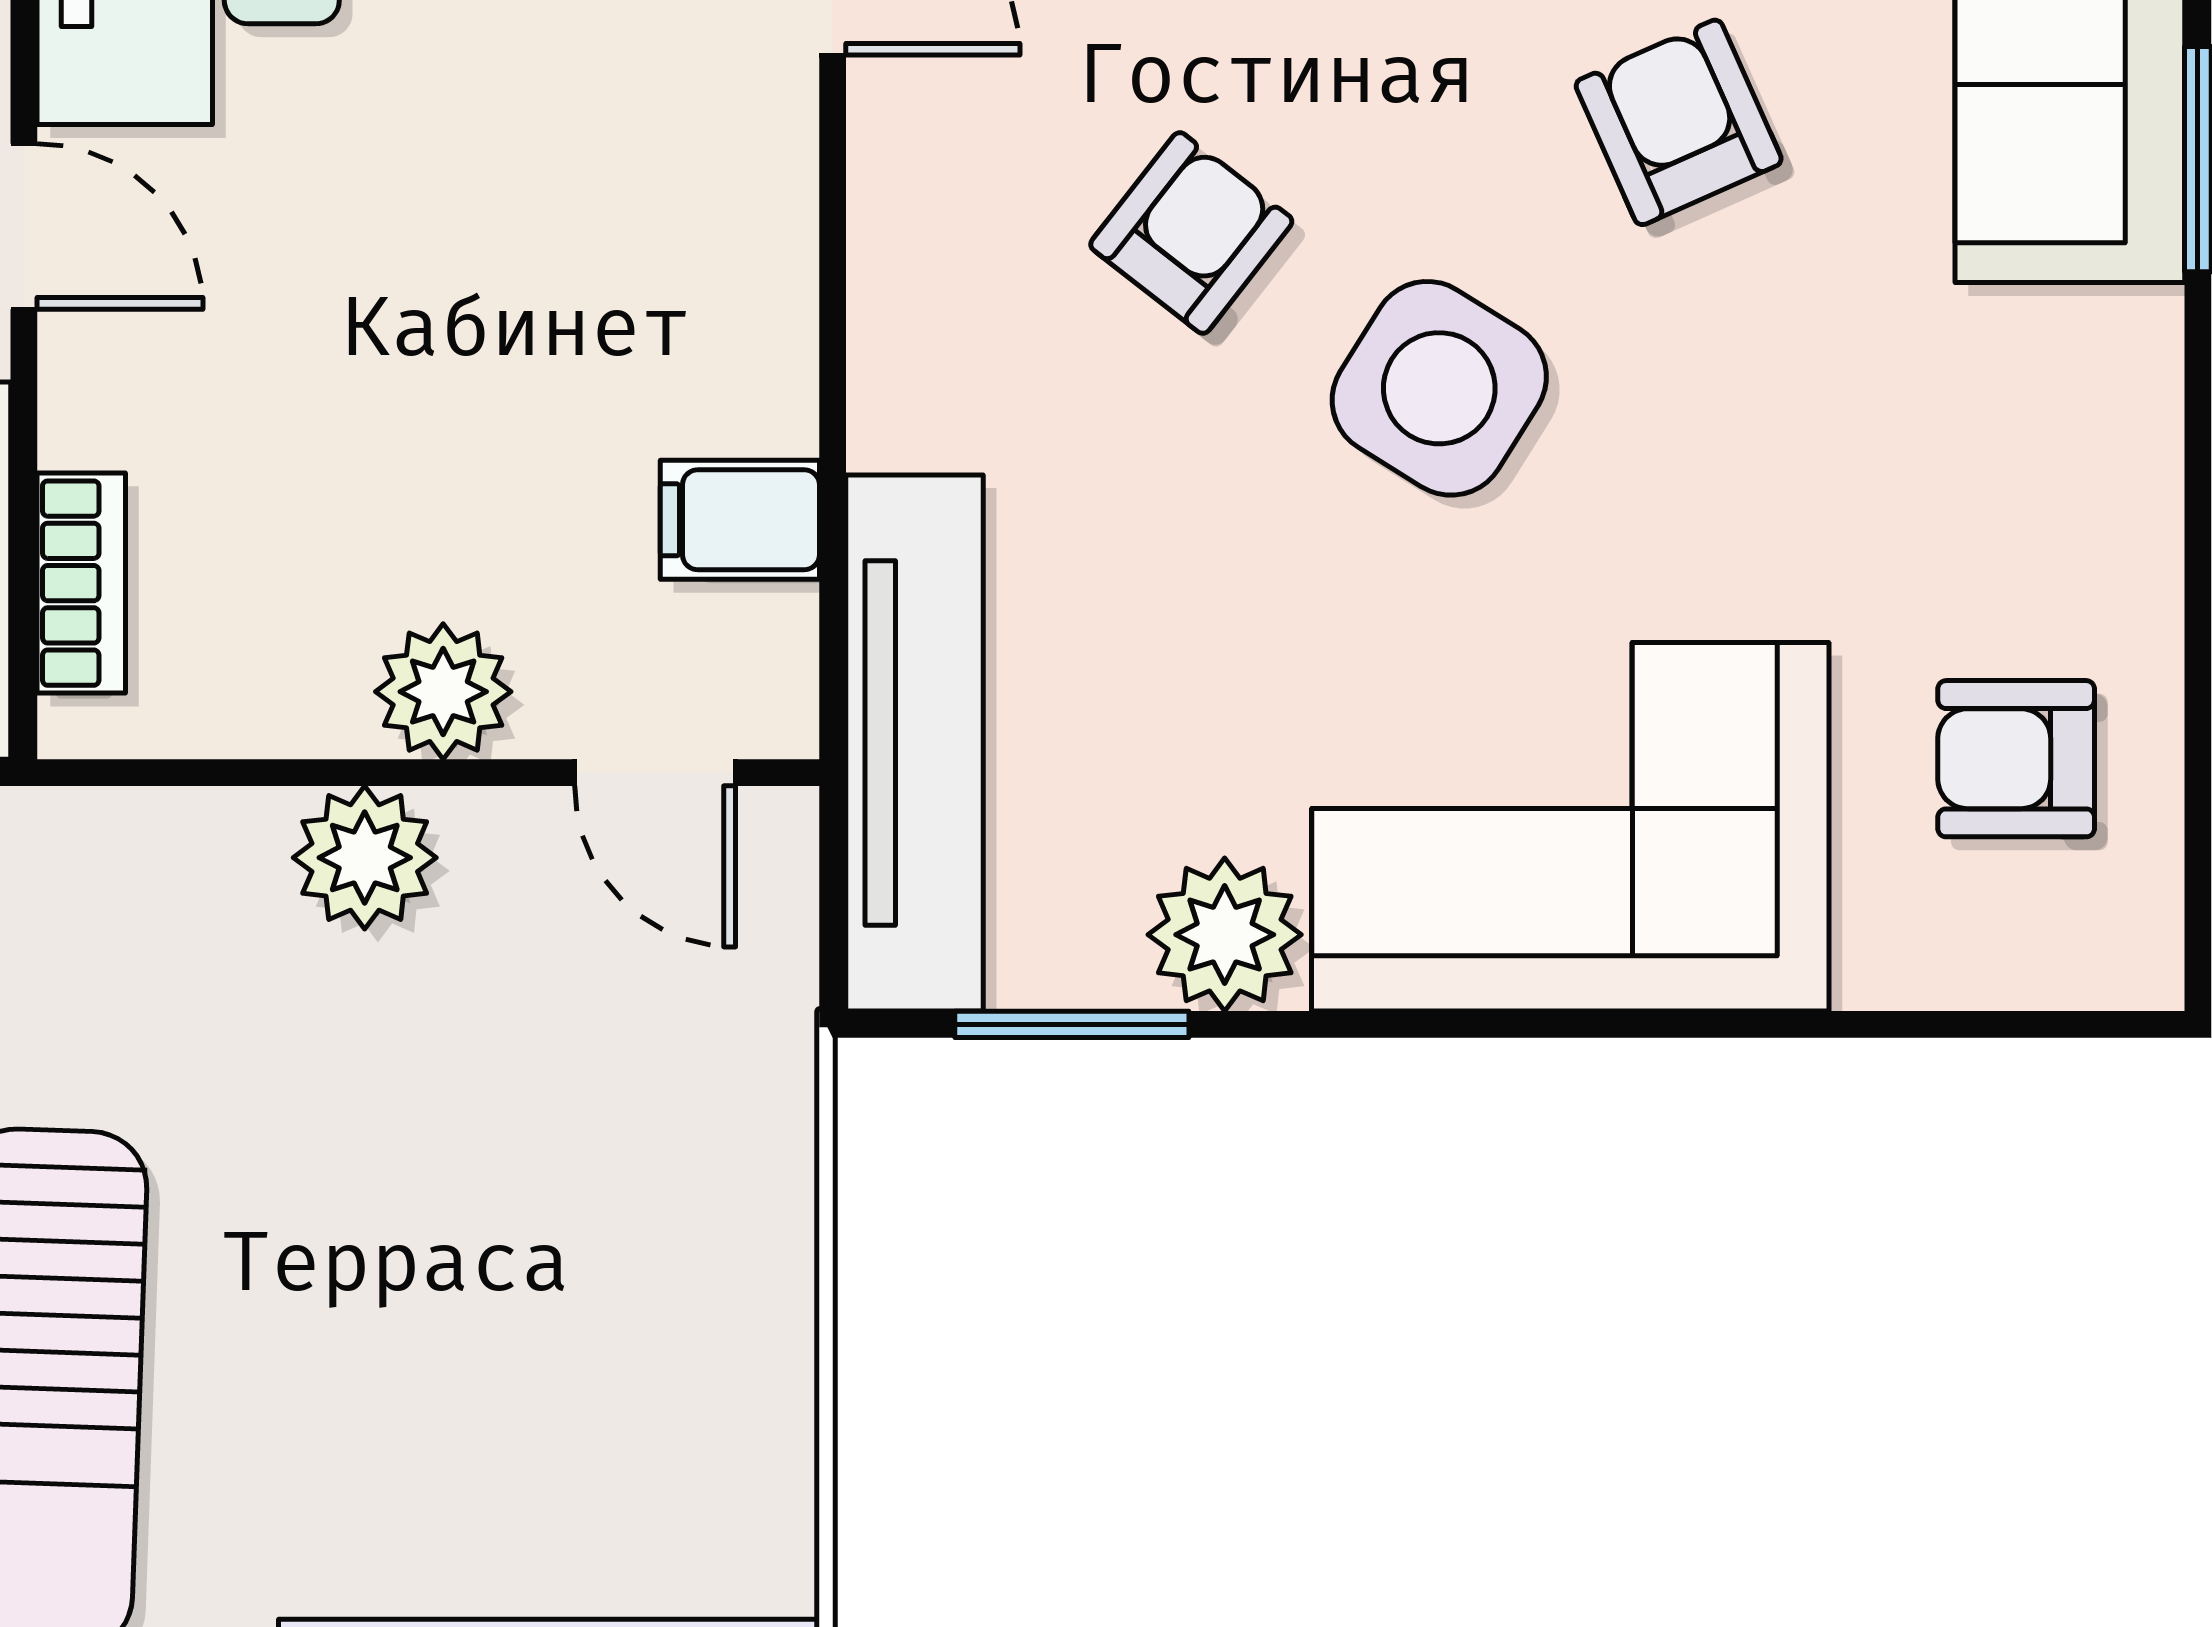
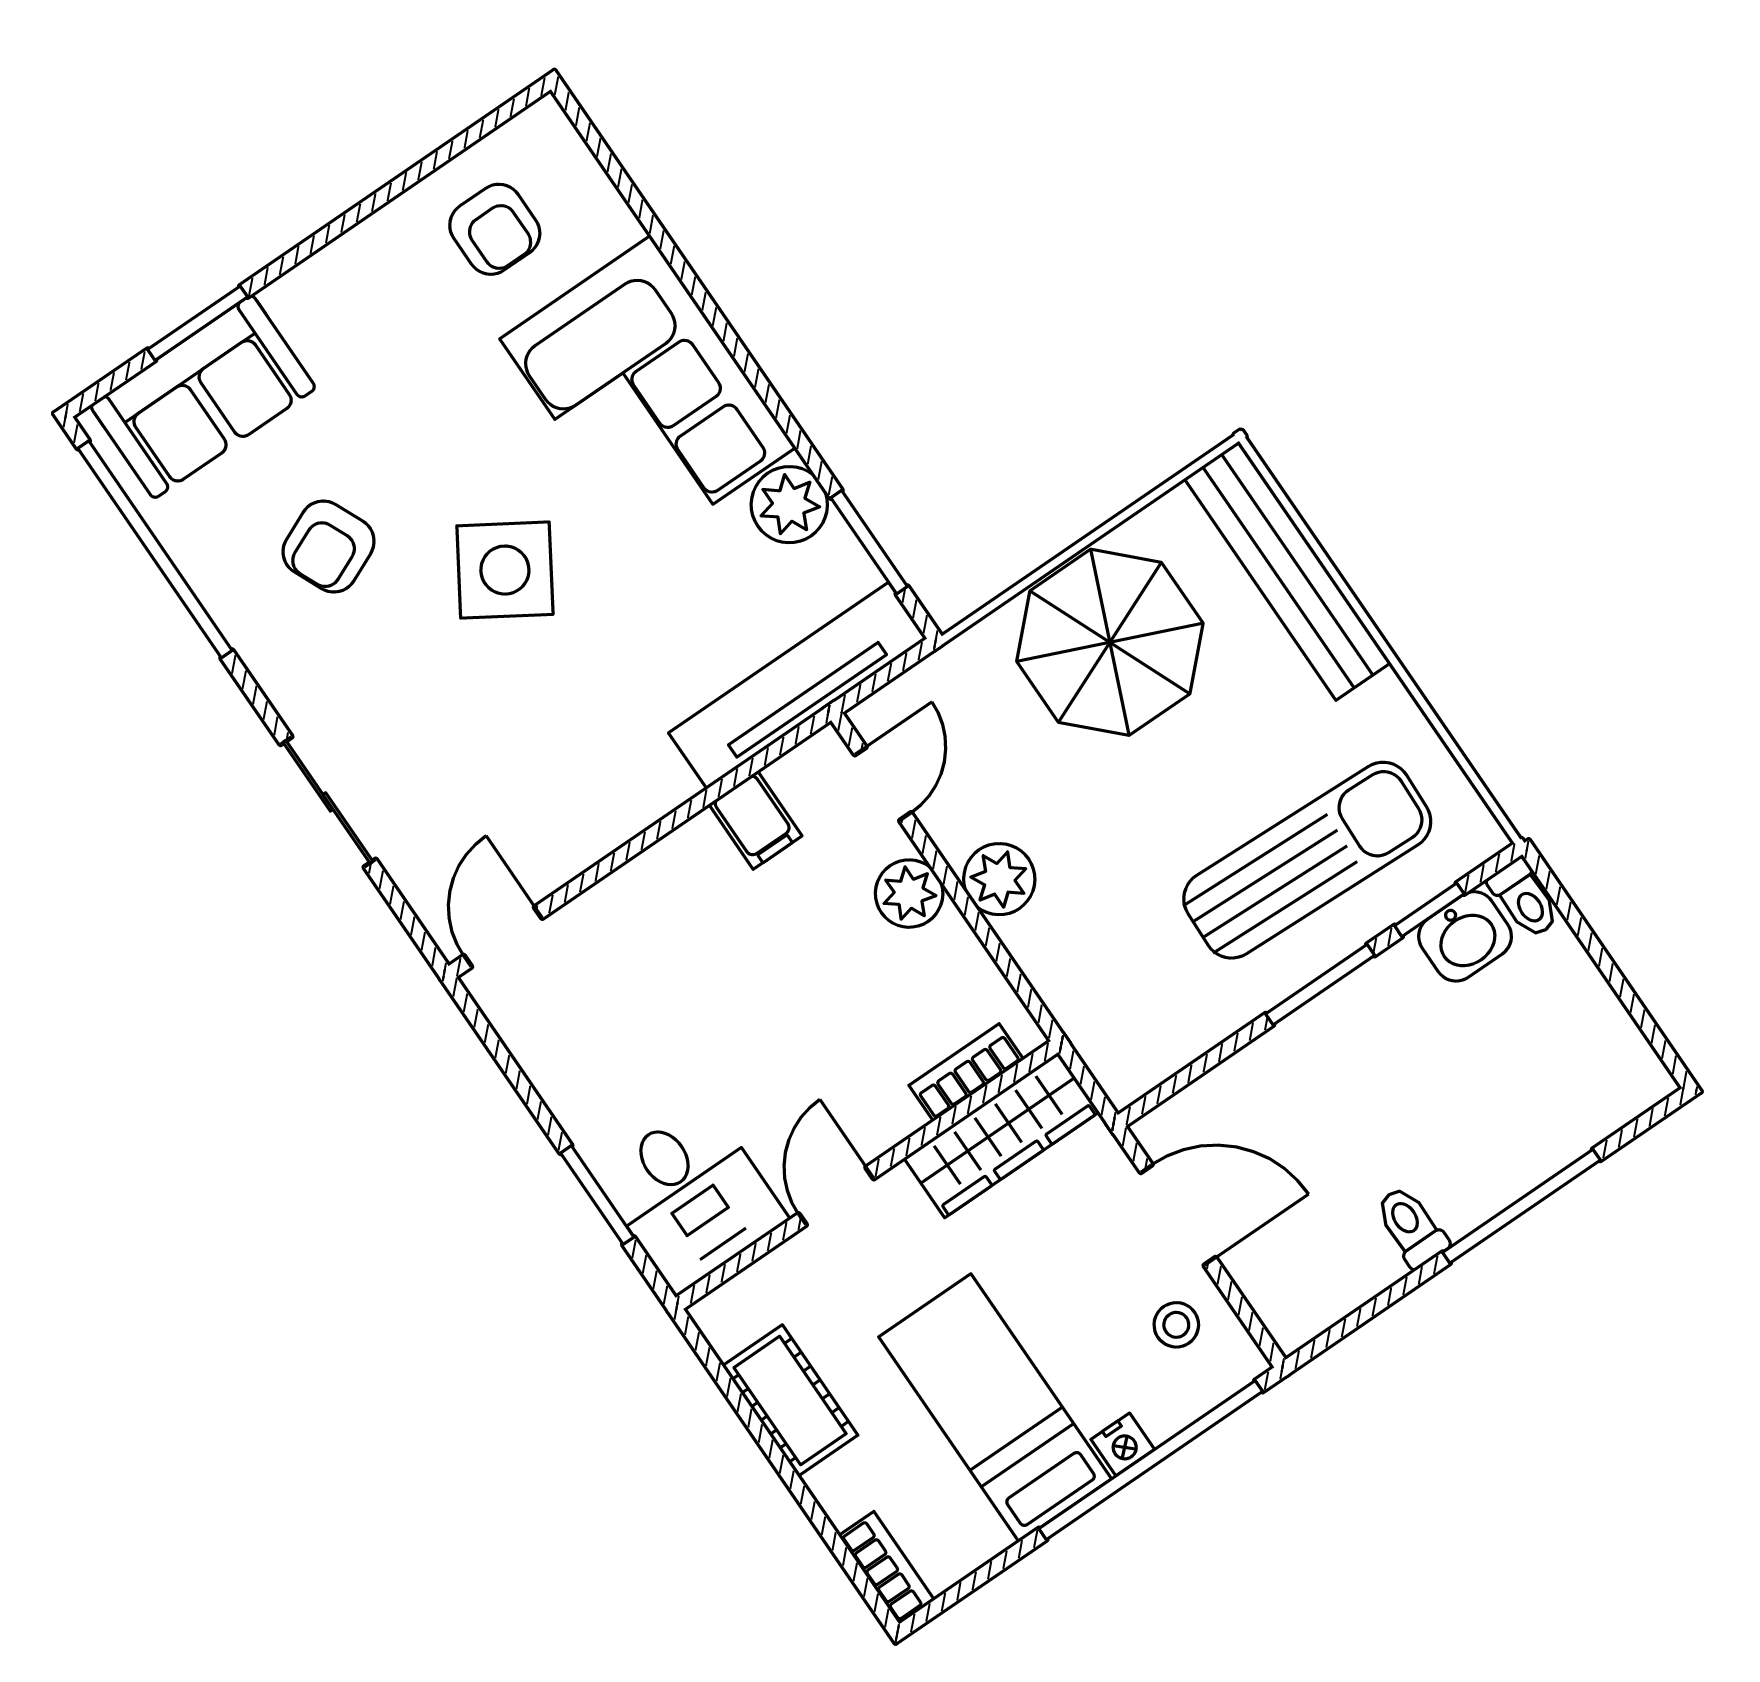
armchair: (1191, 233) -> (511, 715), removed
parasol: (632, 1310) -> (1110, 642), added

